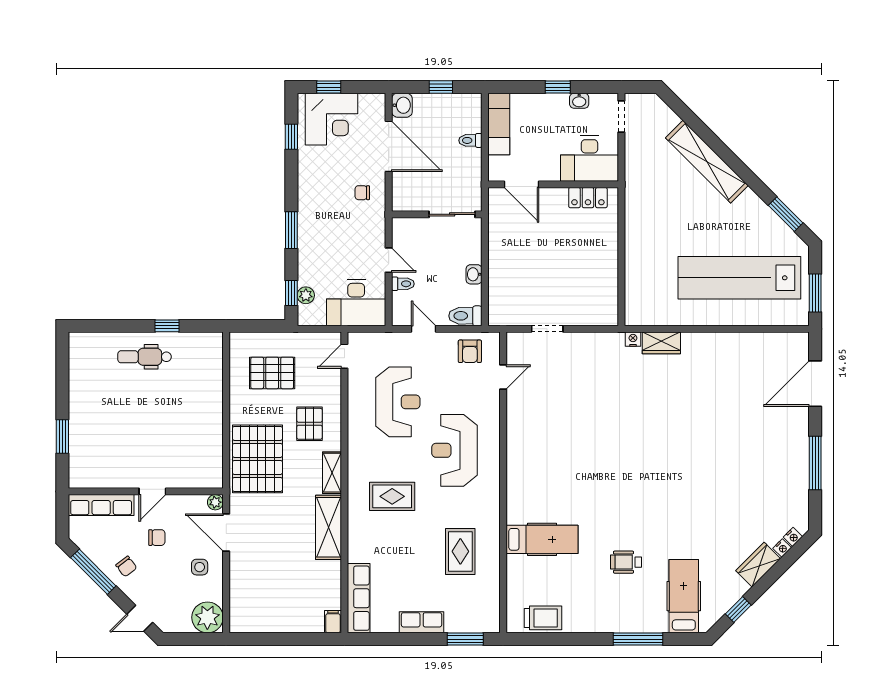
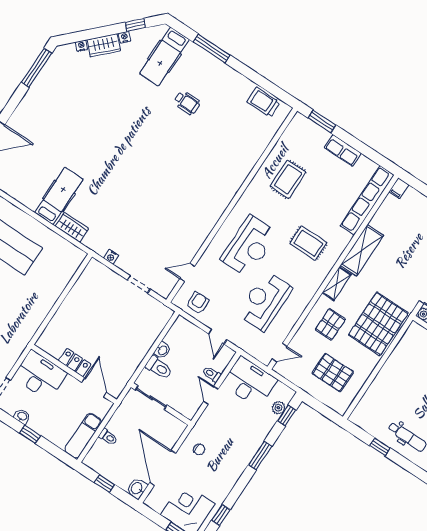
locker: (588, 198) -> (75, 363), moved
toilet: (465, 316) -> (159, 368), moved
nightstand: (633, 339) -> (111, 257), moved
window: (815, 463) -> (37, 68), moved
nightstand: (793, 537) -> (124, 37), moved
hospital bed: (542, 539) -> (59, 196), moved, turned 90
row of seats: (359, 598) -> (367, 200), width x1.36

